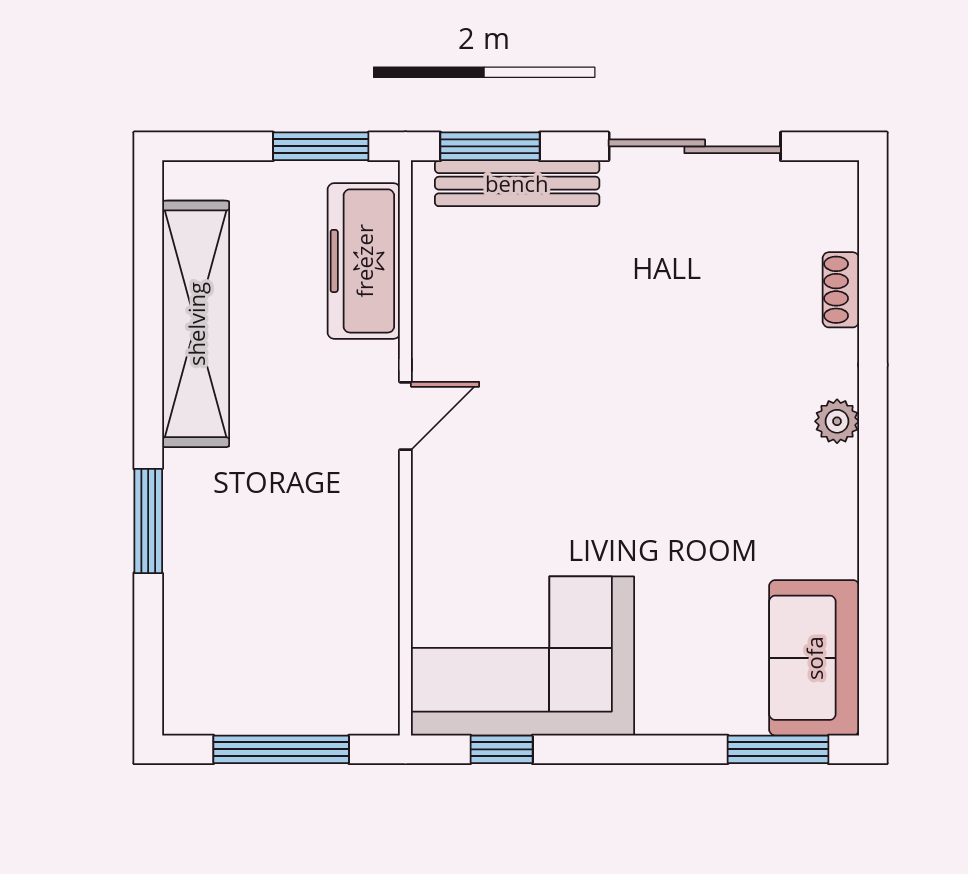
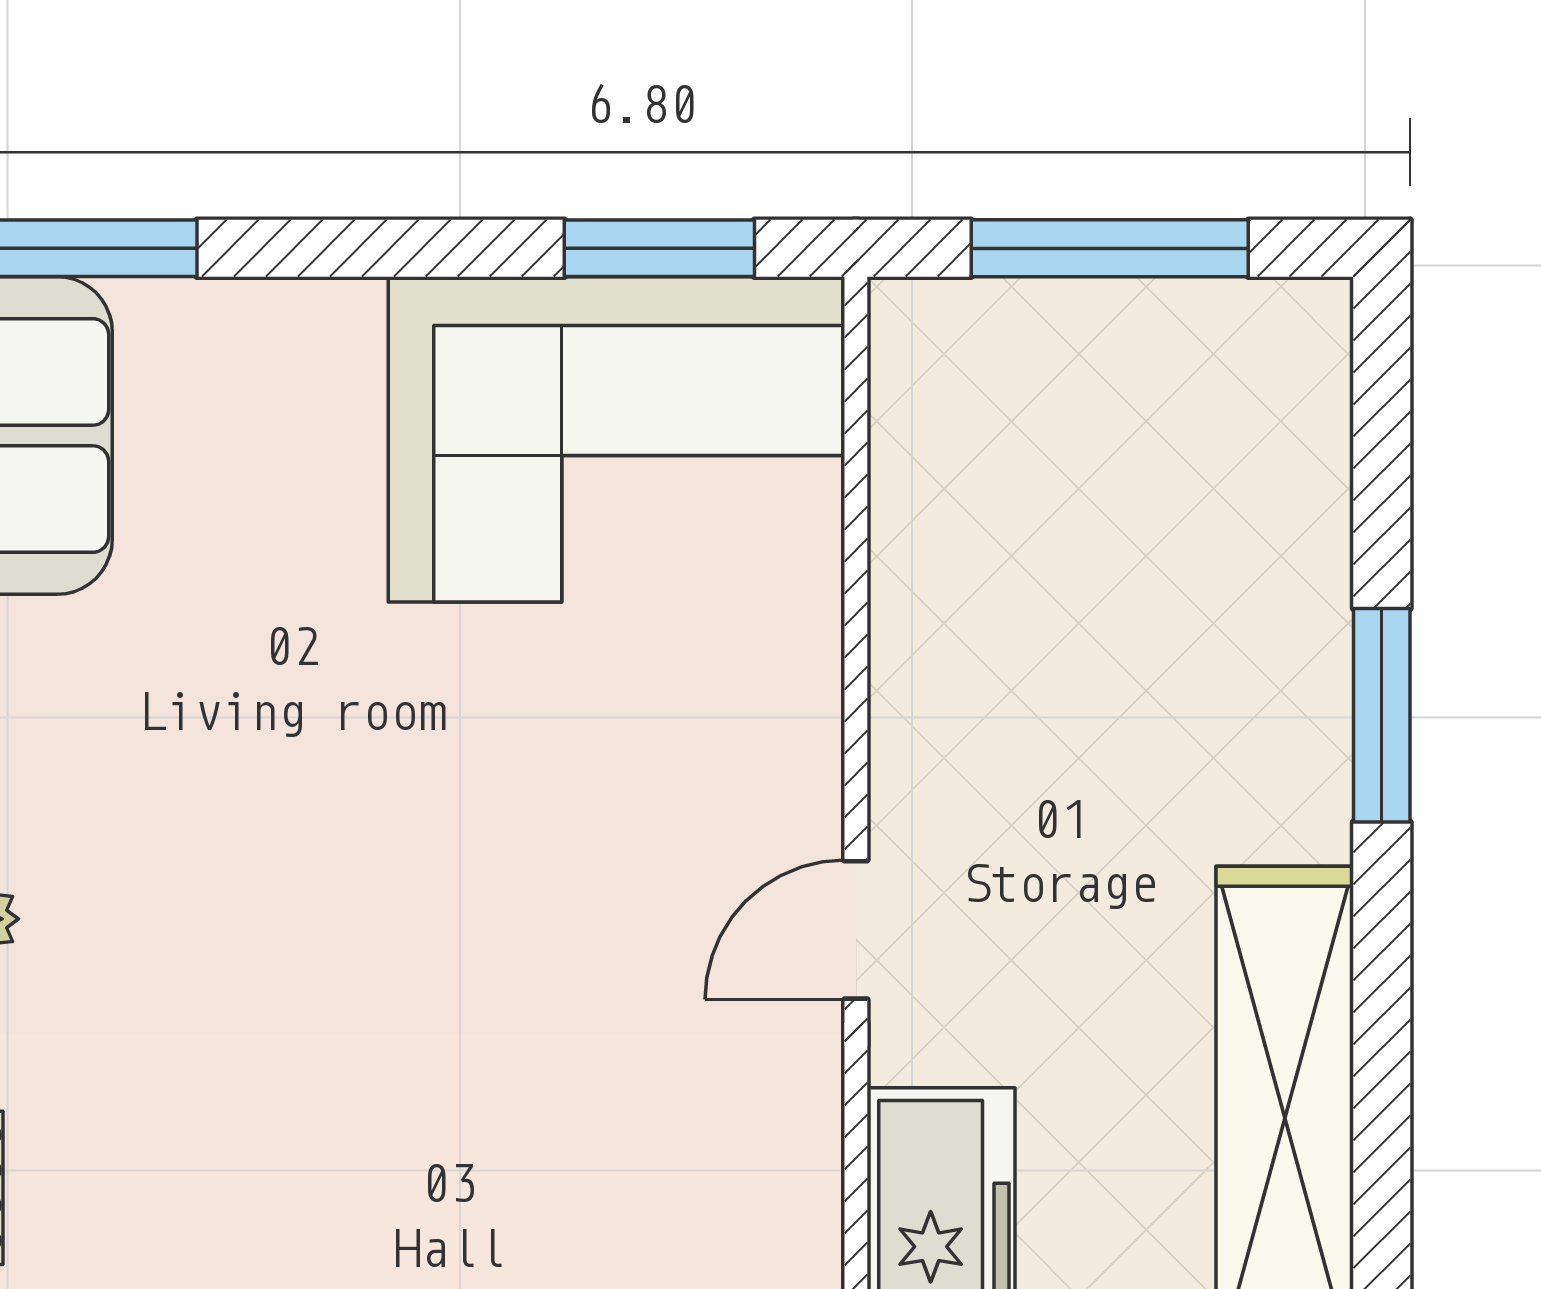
window: (502, 749) -> (659, 248), width x1.50

